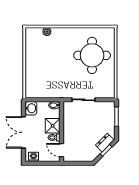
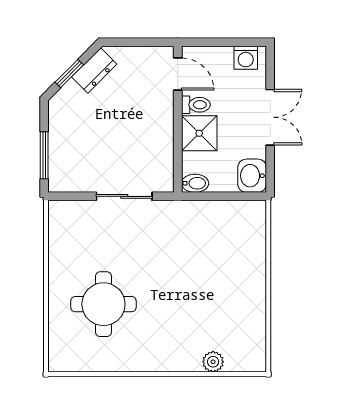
round table: (92, 55) -> (103, 304), width x0.73, depth x0.73
double door: (23, 132) -> (270, 117), width x0.73
dresser: (105, 143) -> (94, 71), moved

